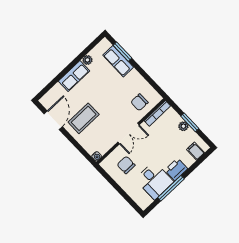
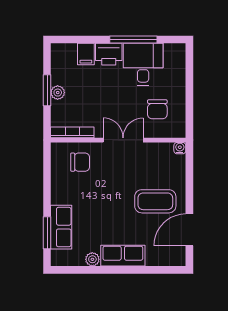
filing cabinet: (195, 151) -> (86, 54), moved

